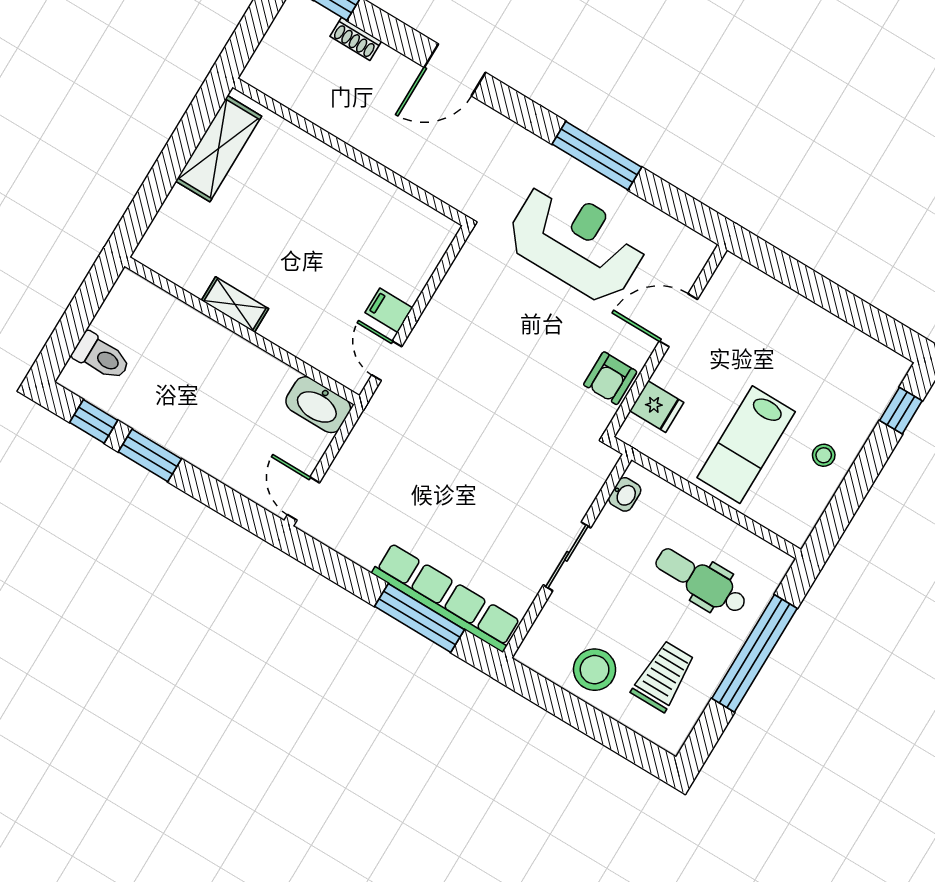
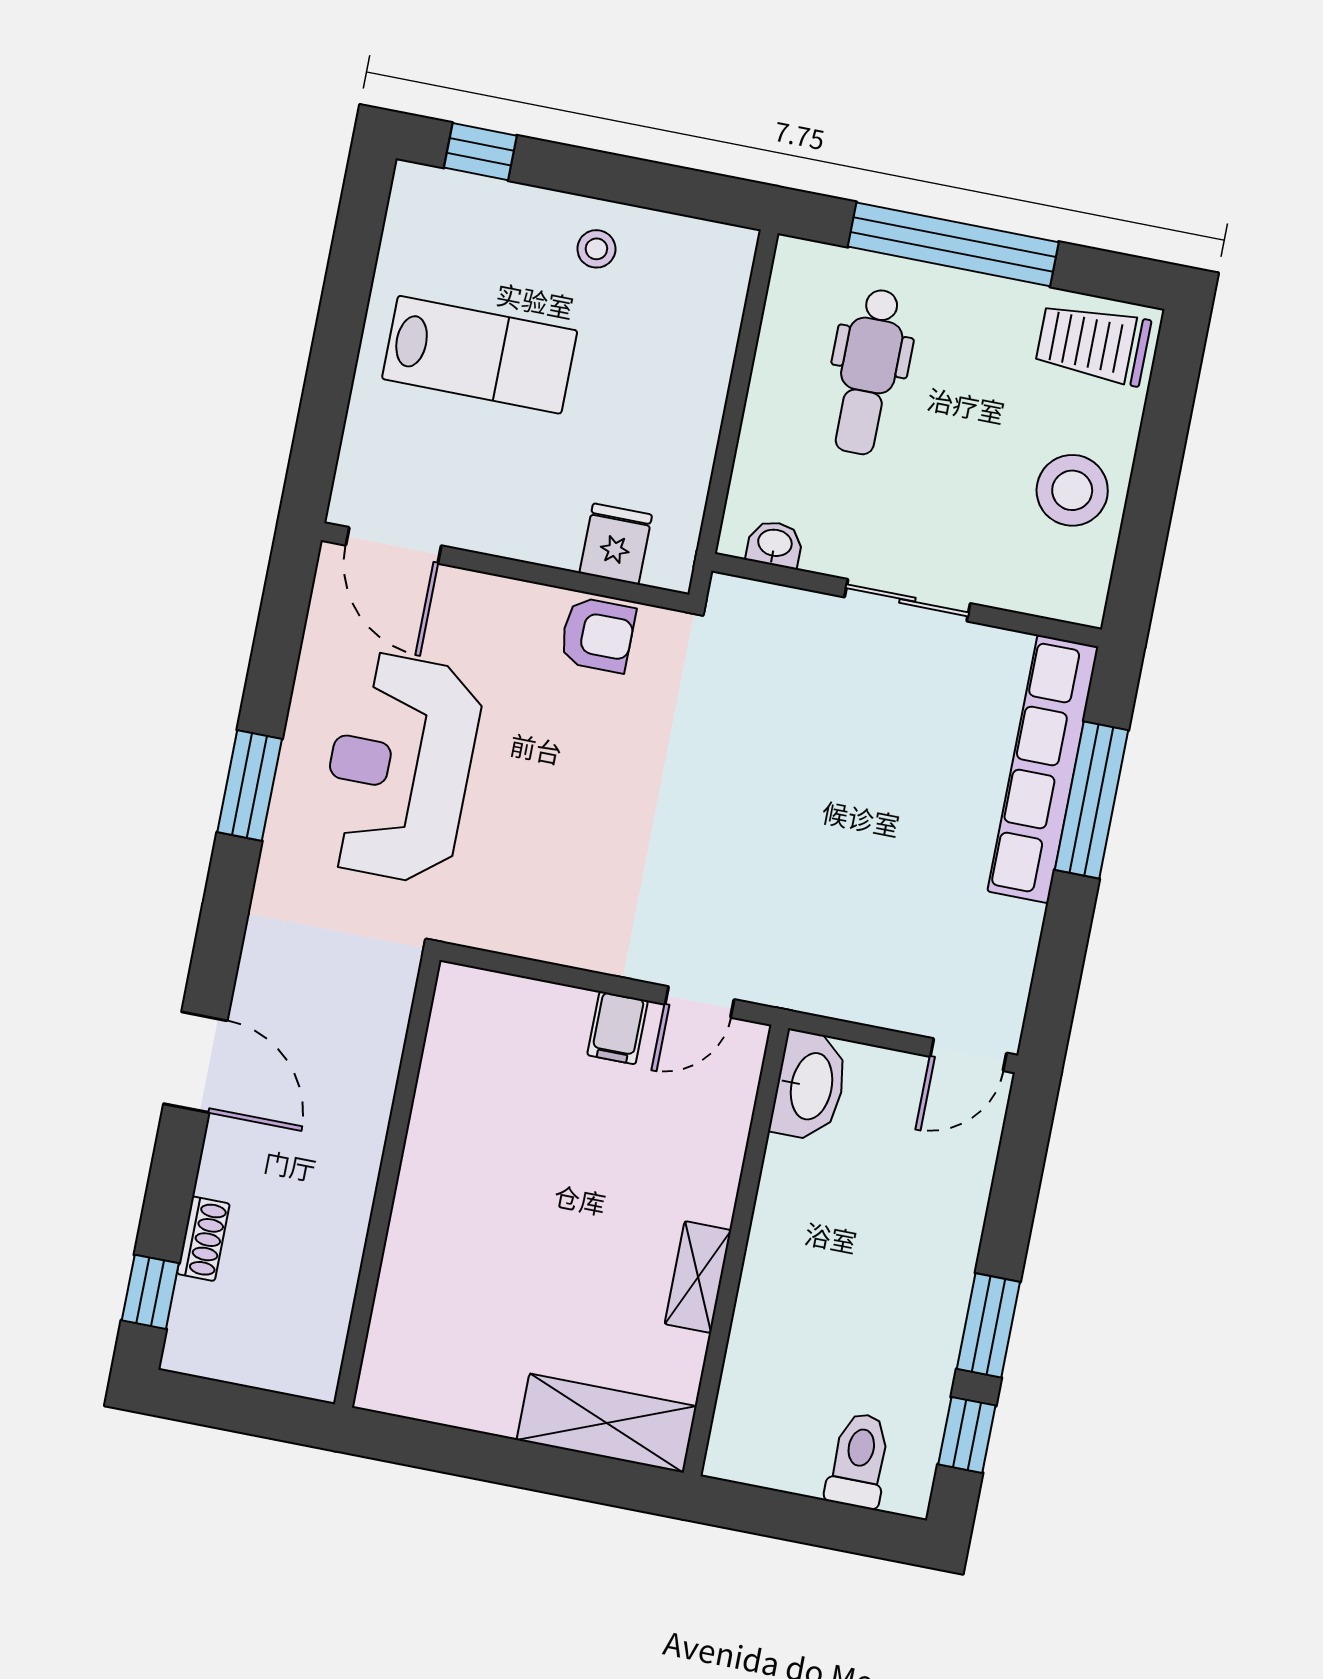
shelving: (219, 149) -> (607, 1423), moved
window: (597, 156) -> (250, 786), width x0.69
door: (678, 320) -> (393, 545), moved
lab bench: (746, 445) -> (480, 355), moved
trolley: (663, 676) -> (1093, 344), moved

